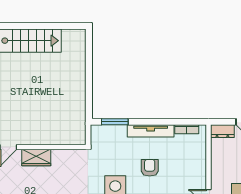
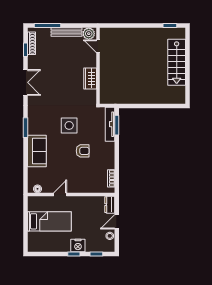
tv unit: (151, 131) -> (110, 124), moved
wardrobe: (36, 158) -> (90, 78), moved

